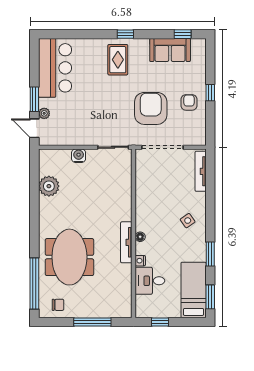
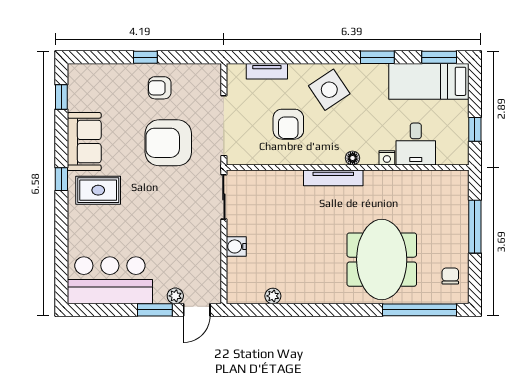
sofa: (170, 50) -> (84, 142), moved
tv unit: (201, 171) -> (267, 71), width x0.71
plant: (49, 186) -> (273, 296), width x0.53, depth x0.53
armchair: (164, 192) -> (288, 124), added
side table: (188, 221) -> (329, 90), width x1.87, depth x1.87
tv unit: (126, 242) -> (333, 178), moved
meeting table: (69, 257) -> (382, 260), turned 90

